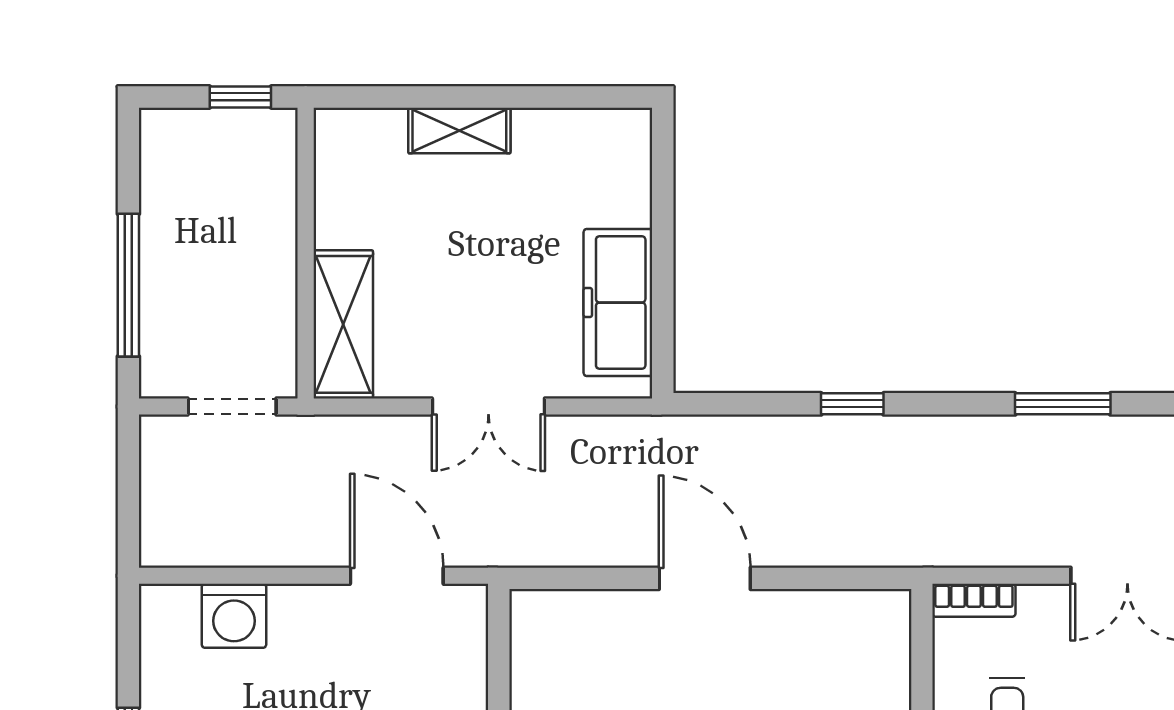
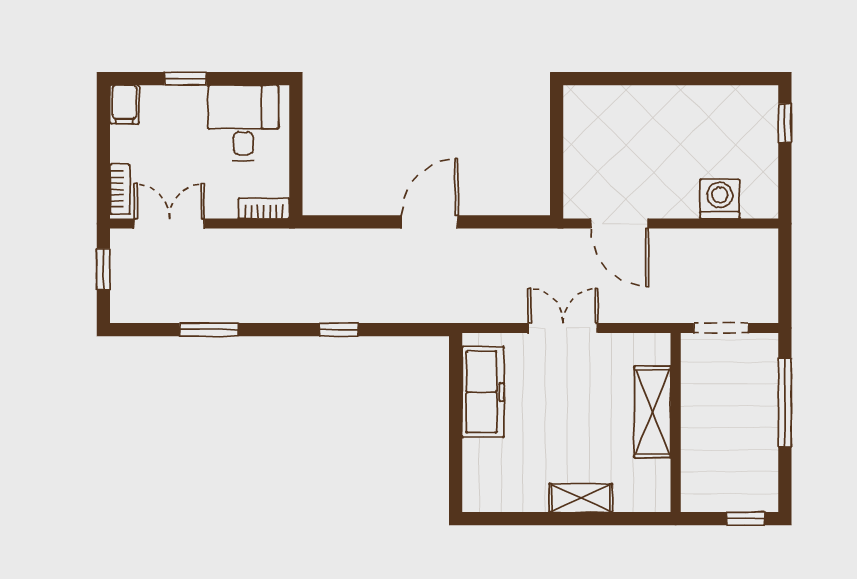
window: (240, 97) -> (745, 519), moved
shelving: (343, 324) -> (652, 412), moved
door: (705, 578) -> (430, 222), swing flipped

